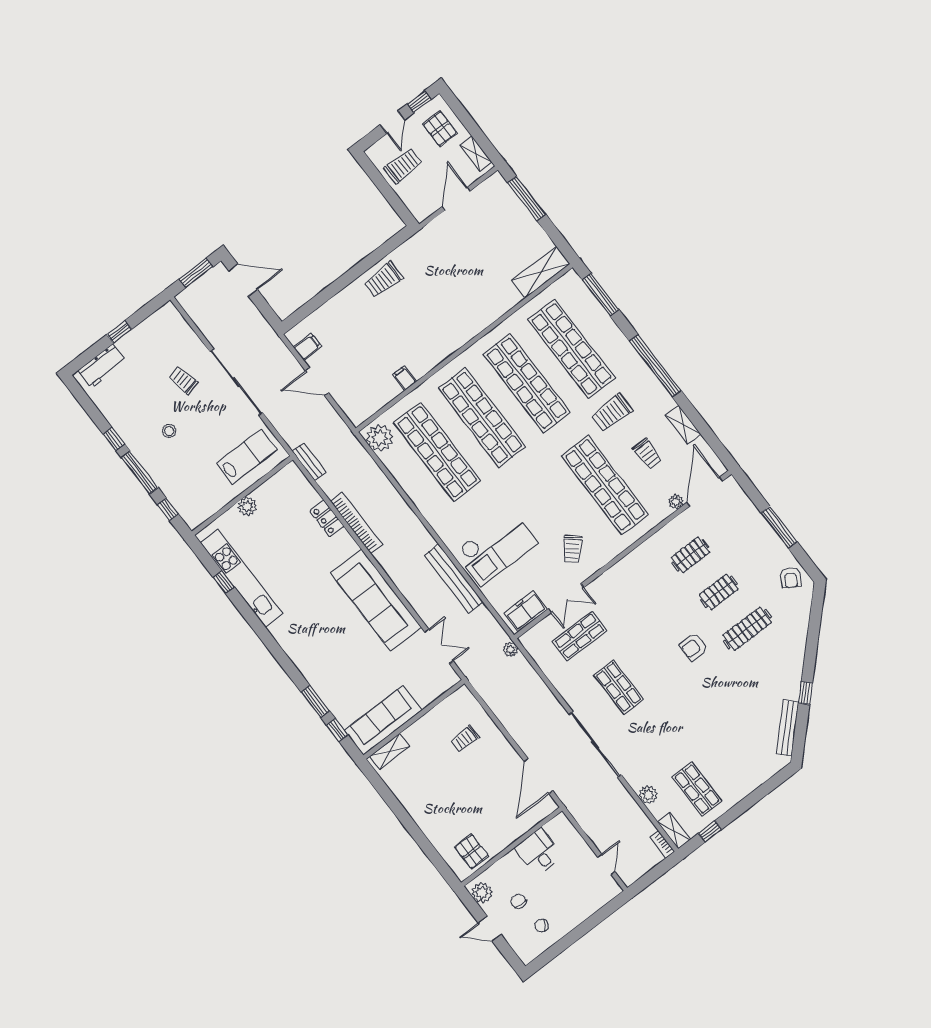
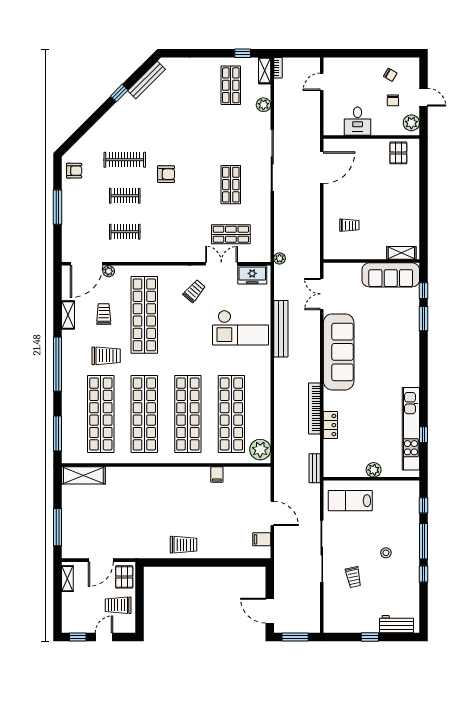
pallet: (440, 129) -> (124, 577), moved
checkout: (496, 548) -> (241, 328), turned 180
armchair: (791, 578) -> (74, 171), turned 60

